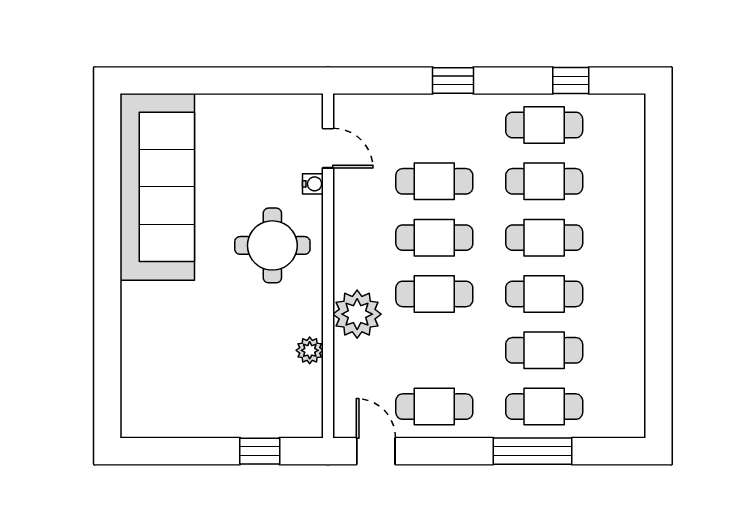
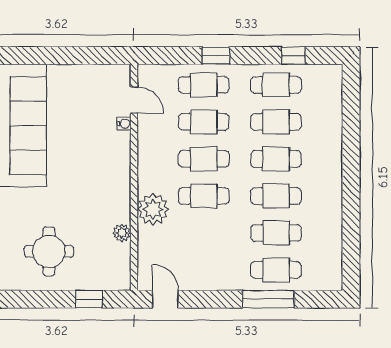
round table: (272, 245) -> (49, 251), moved
cafe table: (434, 407) -> (204, 85), moved

